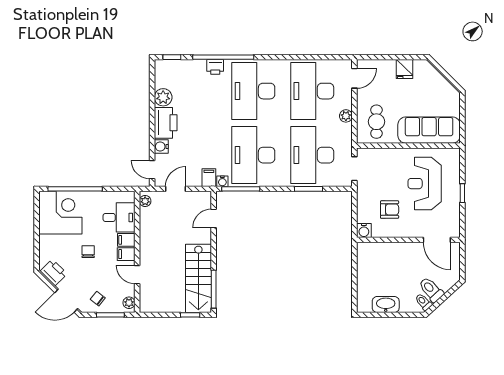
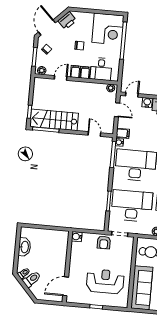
armchair: (390, 210) -> (104, 242), moved

